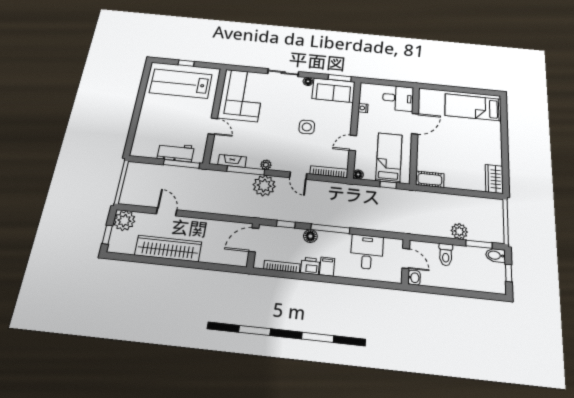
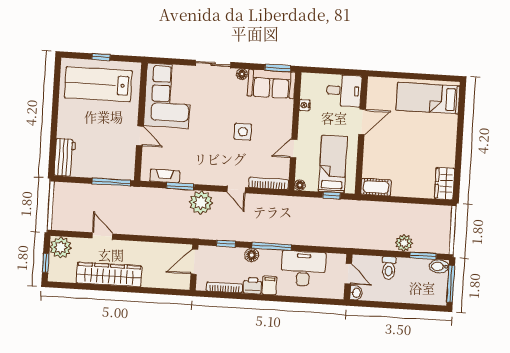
workbench: (176, 152) -> (65, 157), moved, turned 90
plant: (266, 165) -> (201, 179), removed
window: (246, 170) -> (180, 186), width x0.69
desk: (367, 252) -> (303, 269), width x1.37
window: (509, 273) -> (451, 284), width x2.17

